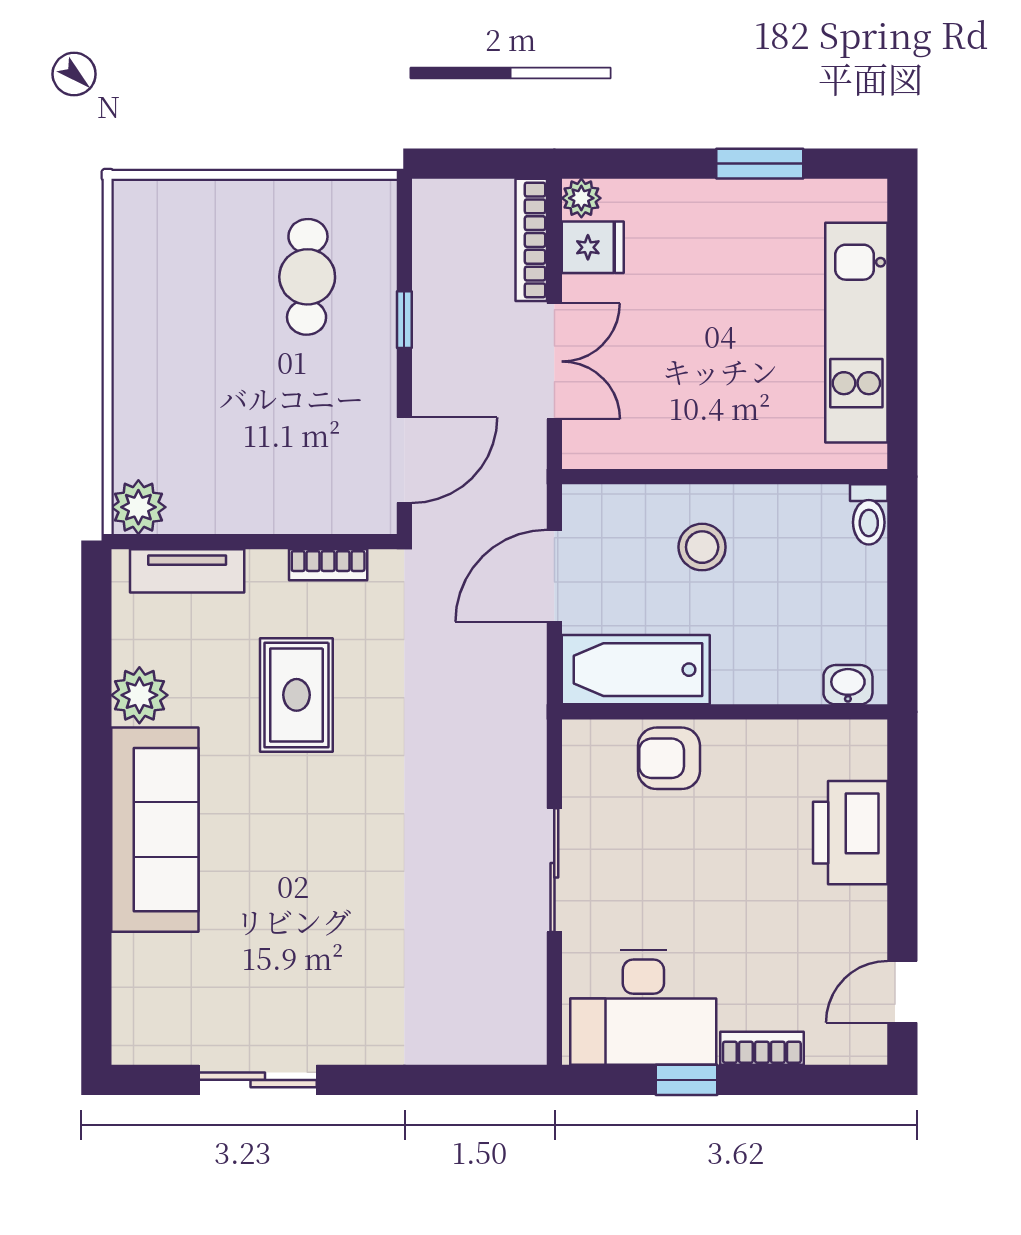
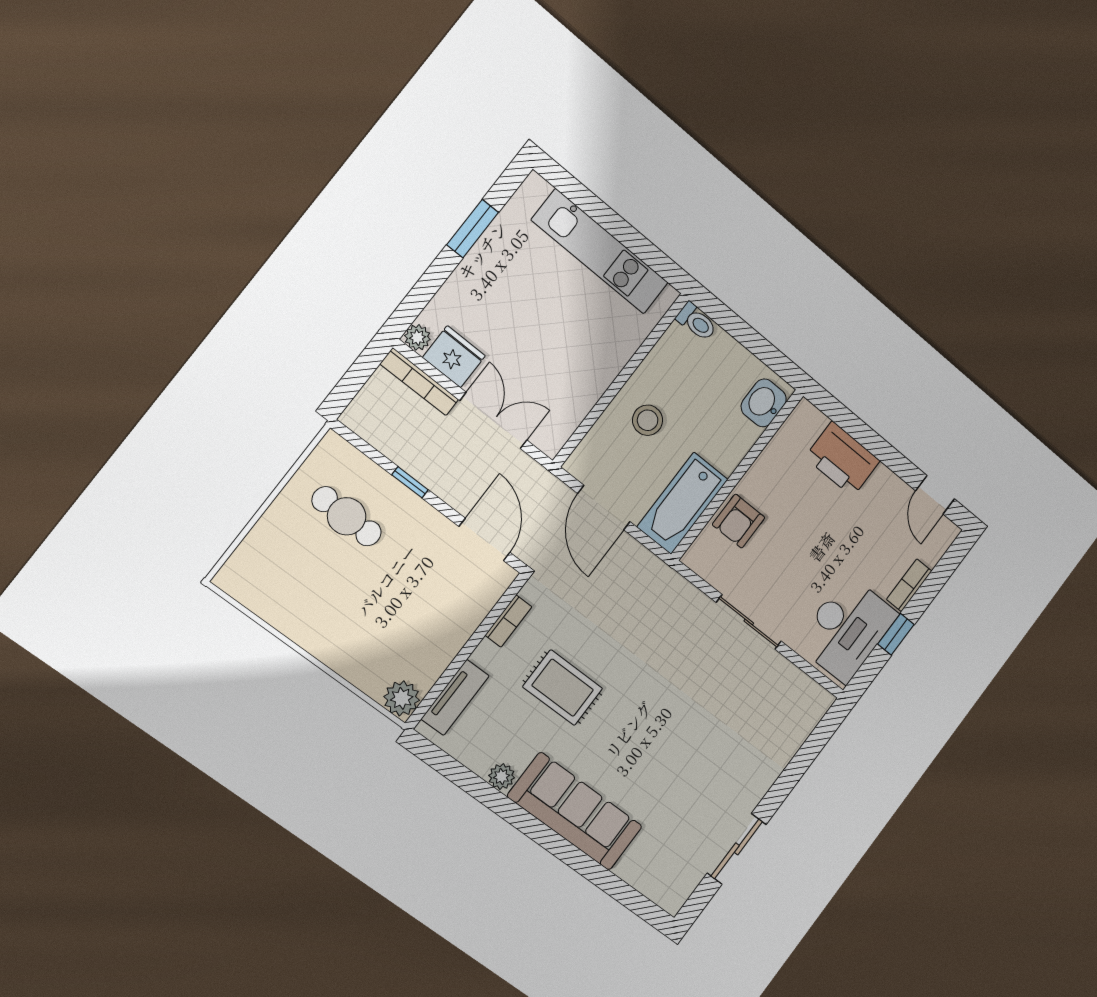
fridge: (593, 247) -> (454, 357), width x1.38
washbasin: (848, 685) -> (764, 403), width x1.38, depth x1.45
plant: (139, 695) -> (502, 777), width x0.73, depth x0.73

